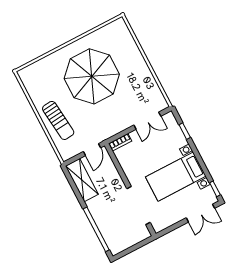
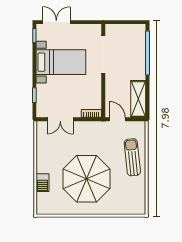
barbecue: (132, 50) -> (43, 183), added
double door: (147, 121) -> (60, 119), swing flipped
door: (92, 150) -> (117, 119), hinge flipped

